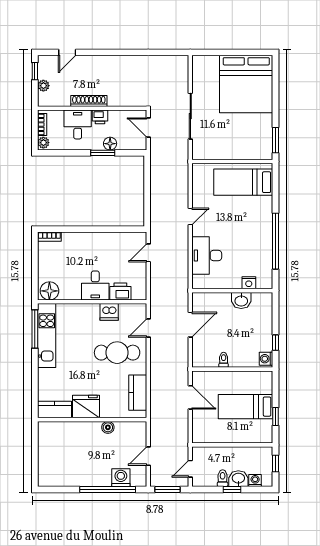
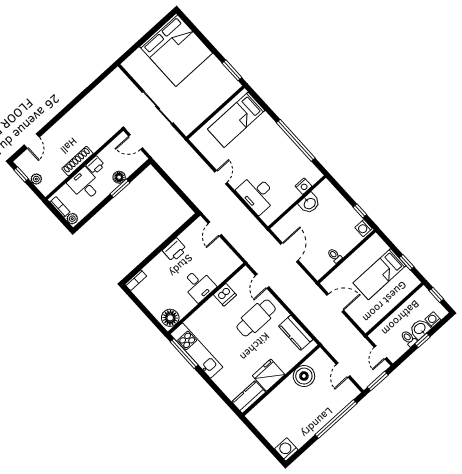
printer: (120, 291) -> (175, 250), moved, turned 180
boiler: (108, 427) -> (304, 376), width x1.86, depth x1.86
washing machine: (121, 478) -> (286, 449), moved

